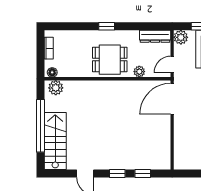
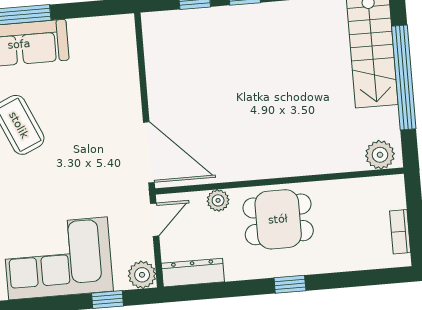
floor lamp: (52, 72) -> (389, 184), removed
door: (172, 99) -> (149, 152), hinge flipped

